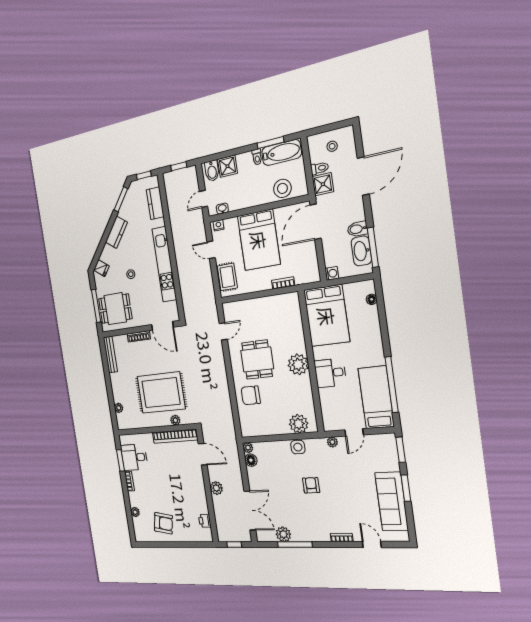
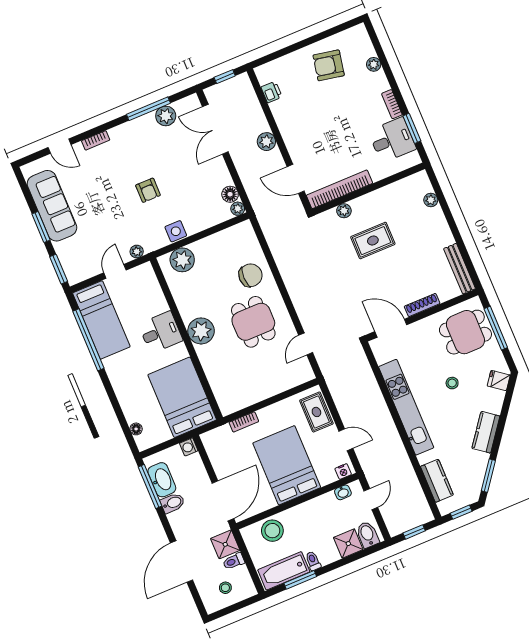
rug: (161, 393) -> (373, 241), width x0.54, depth x0.49

